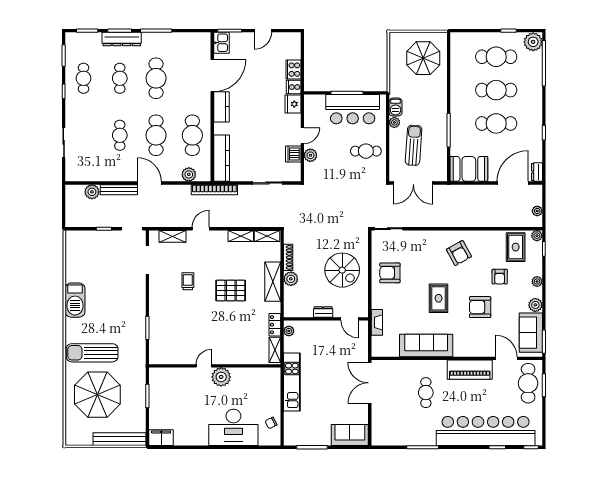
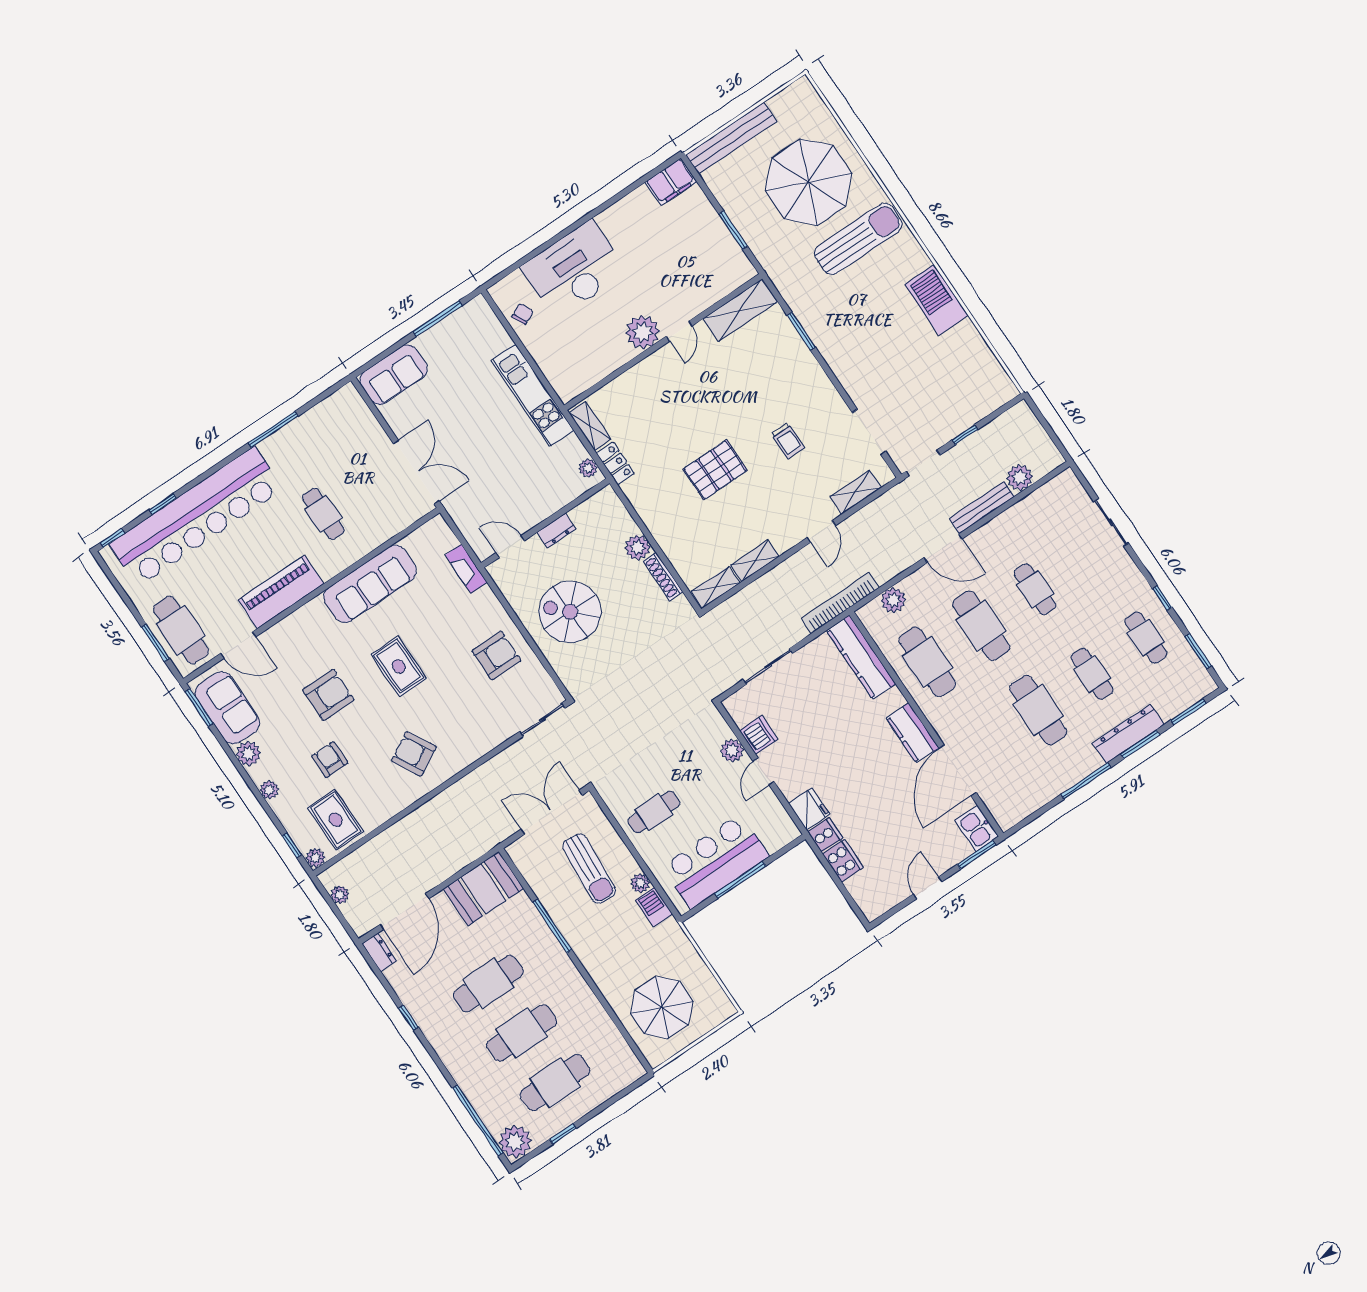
shelving: (273, 282) -> (740, 310), moved, turned 90

